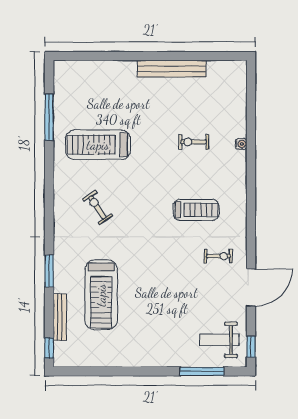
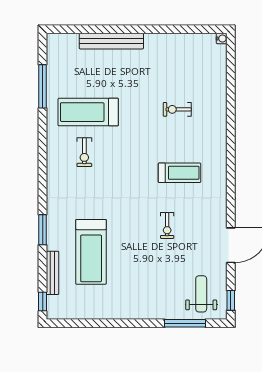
bench: (172, 69) -> (111, 41), moved
water cooler: (241, 144) -> (222, 38), moved
exercise bike: (97, 207) -> (84, 152), moved, turned -146
exercise bike: (218, 256) -> (167, 225), moved, turned 90
weight bench: (219, 340) -> (201, 294), turned 90

